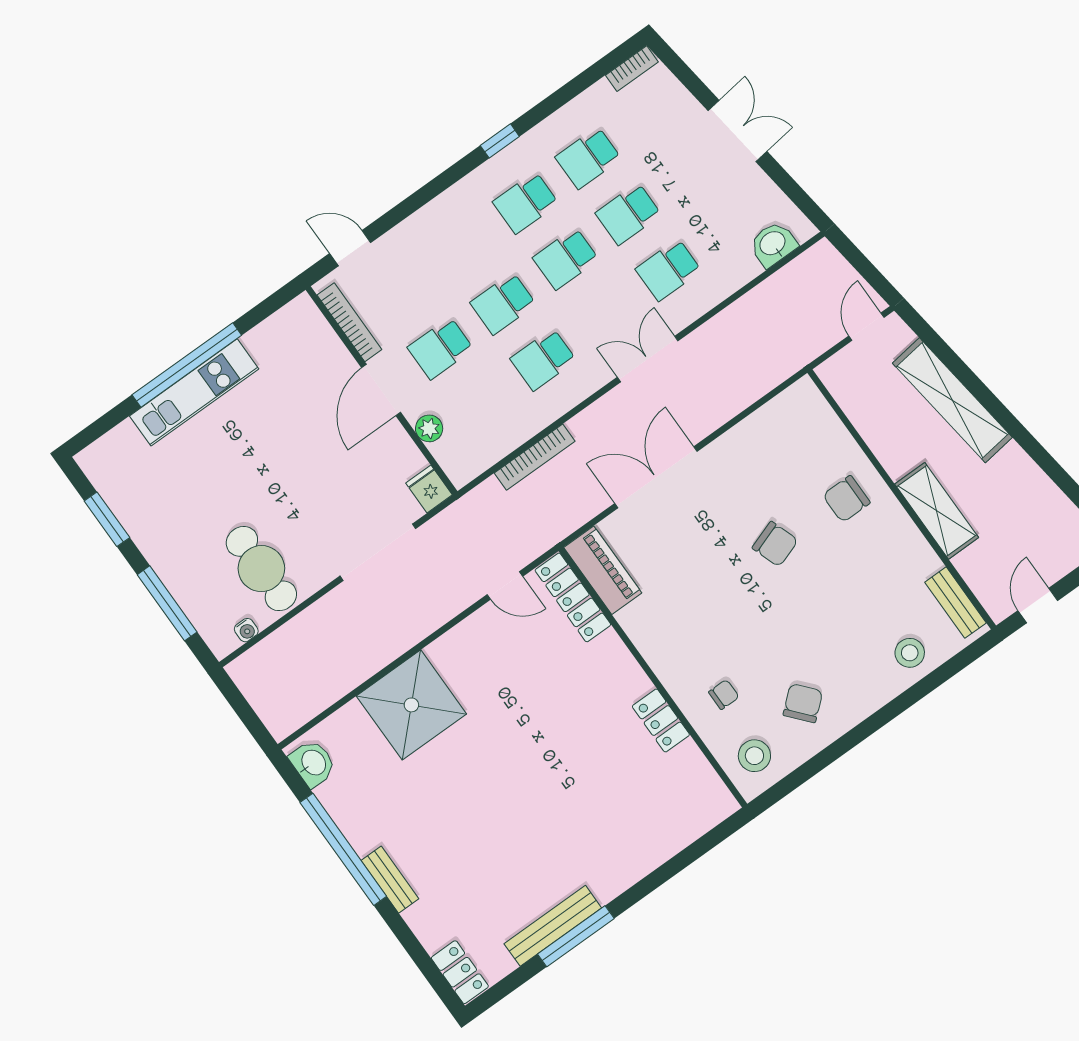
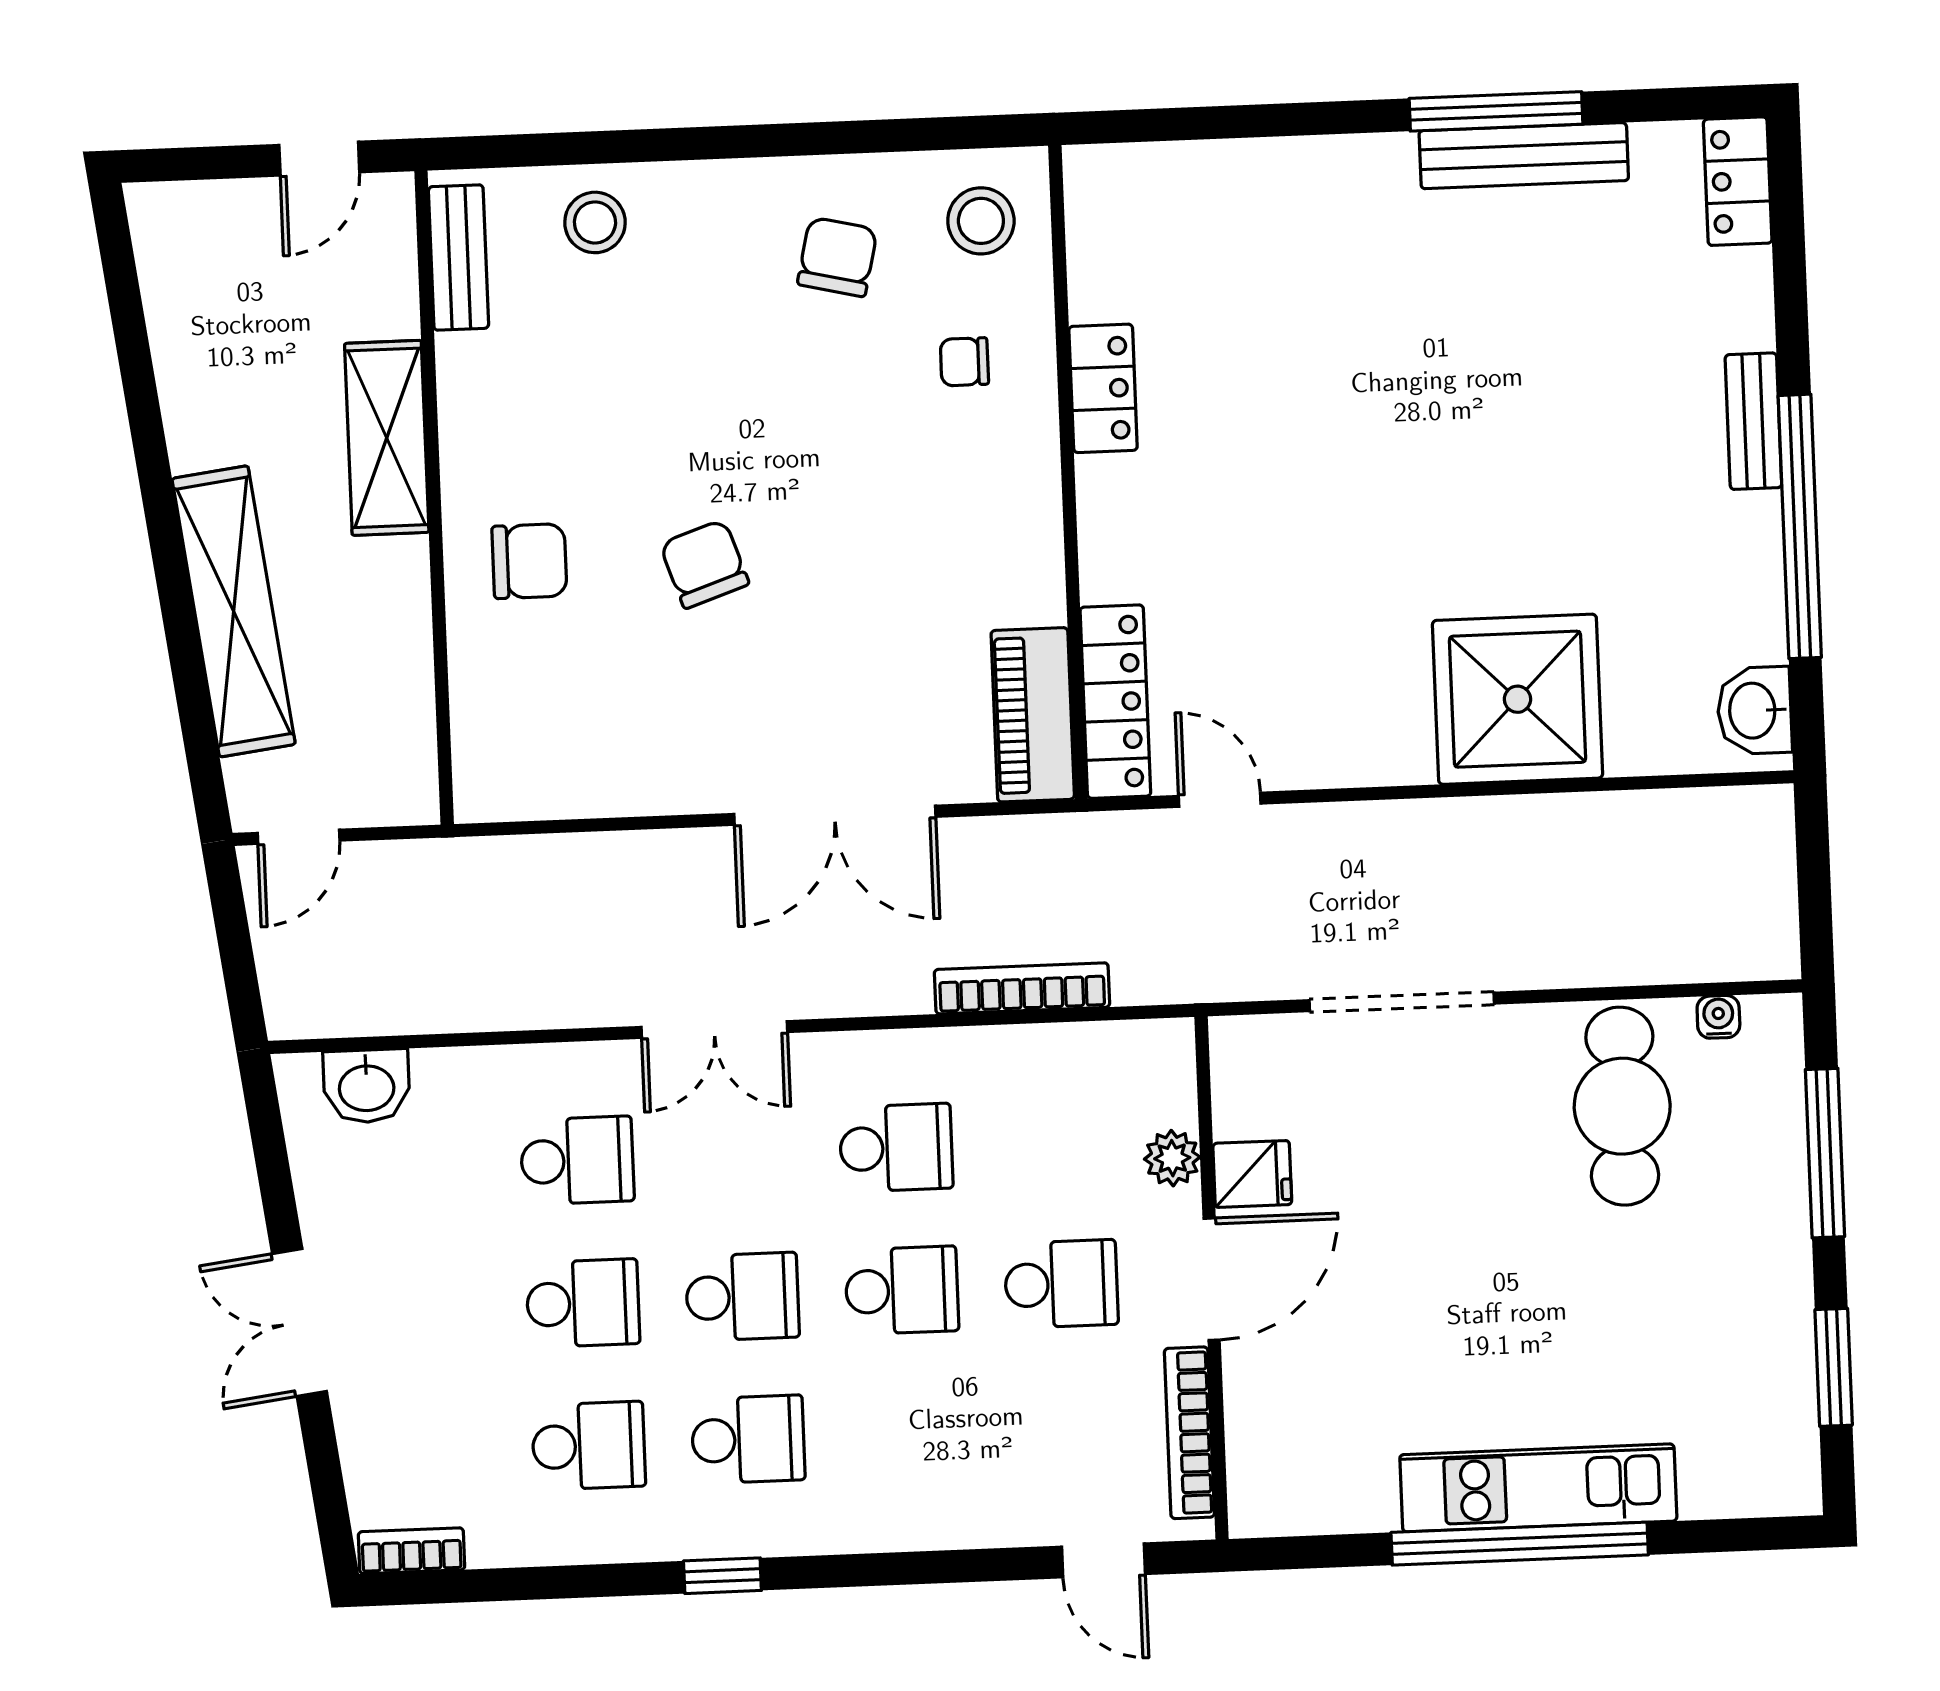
fridge: (429, 489) -> (1252, 1174), moved, turned -90
chair: (803, 703) -> (837, 257), turned 144

